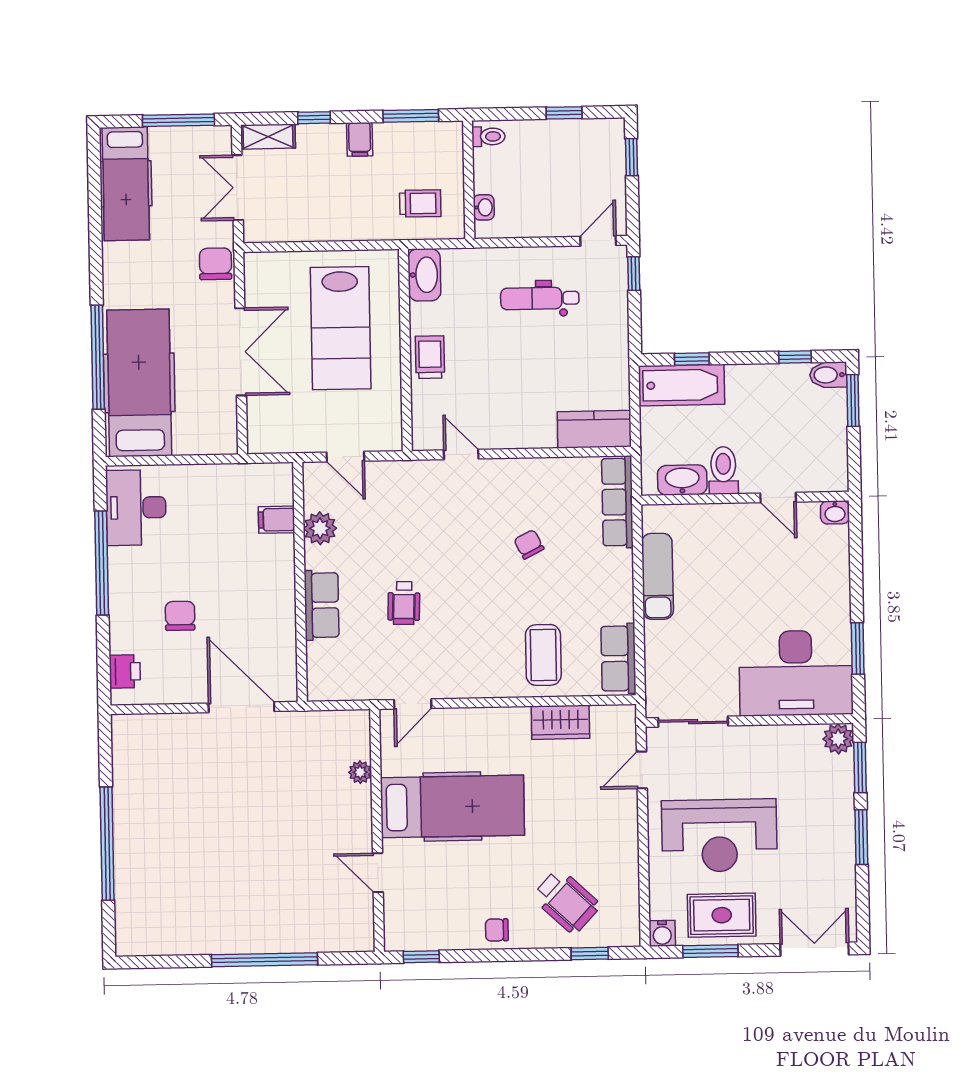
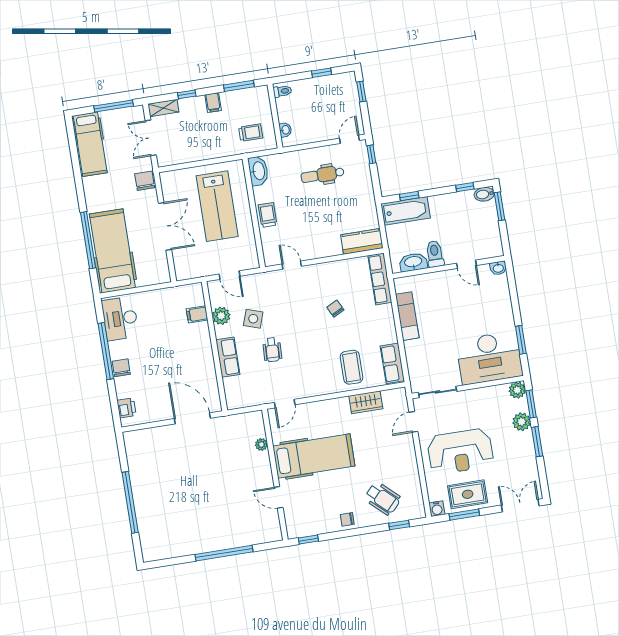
side table: (377, 542) -> (253, 319), added
chair: (180, 616) -> (121, 368), moved
plant: (838, 797) -> (522, 422), added

